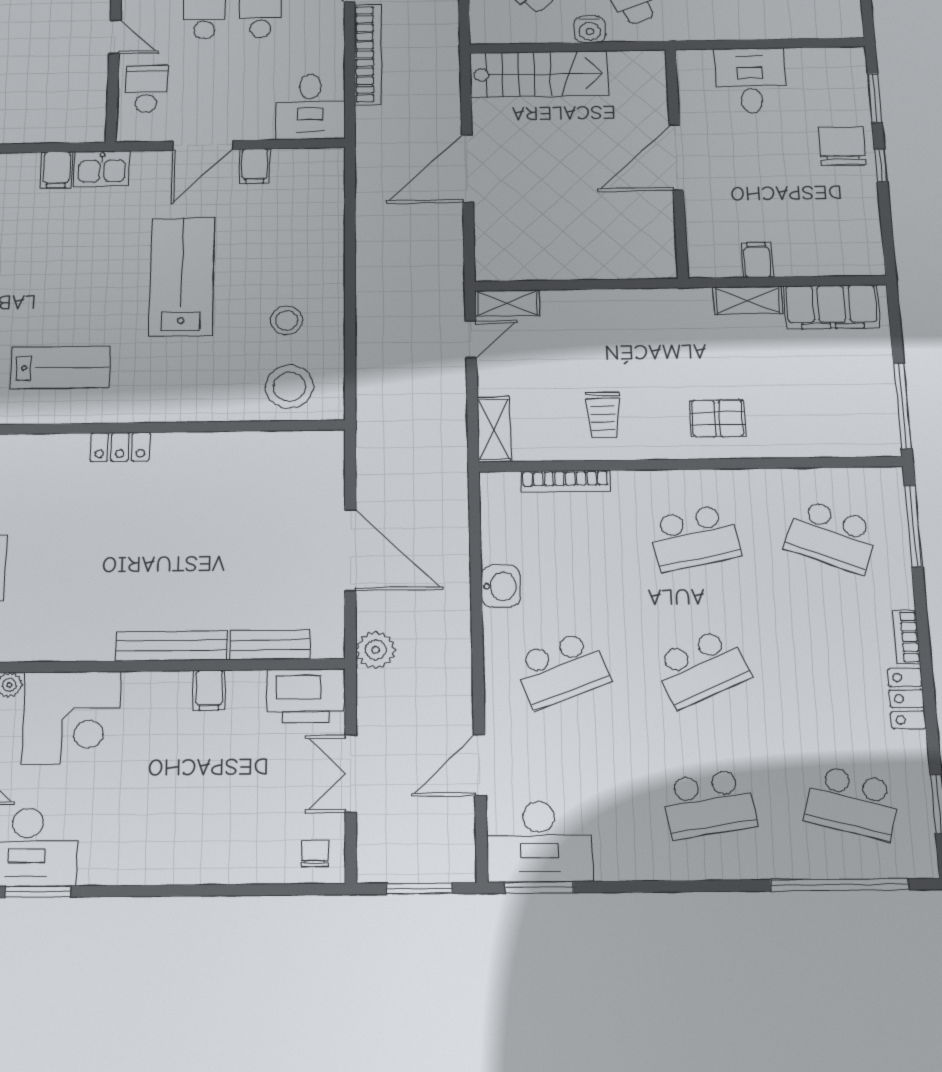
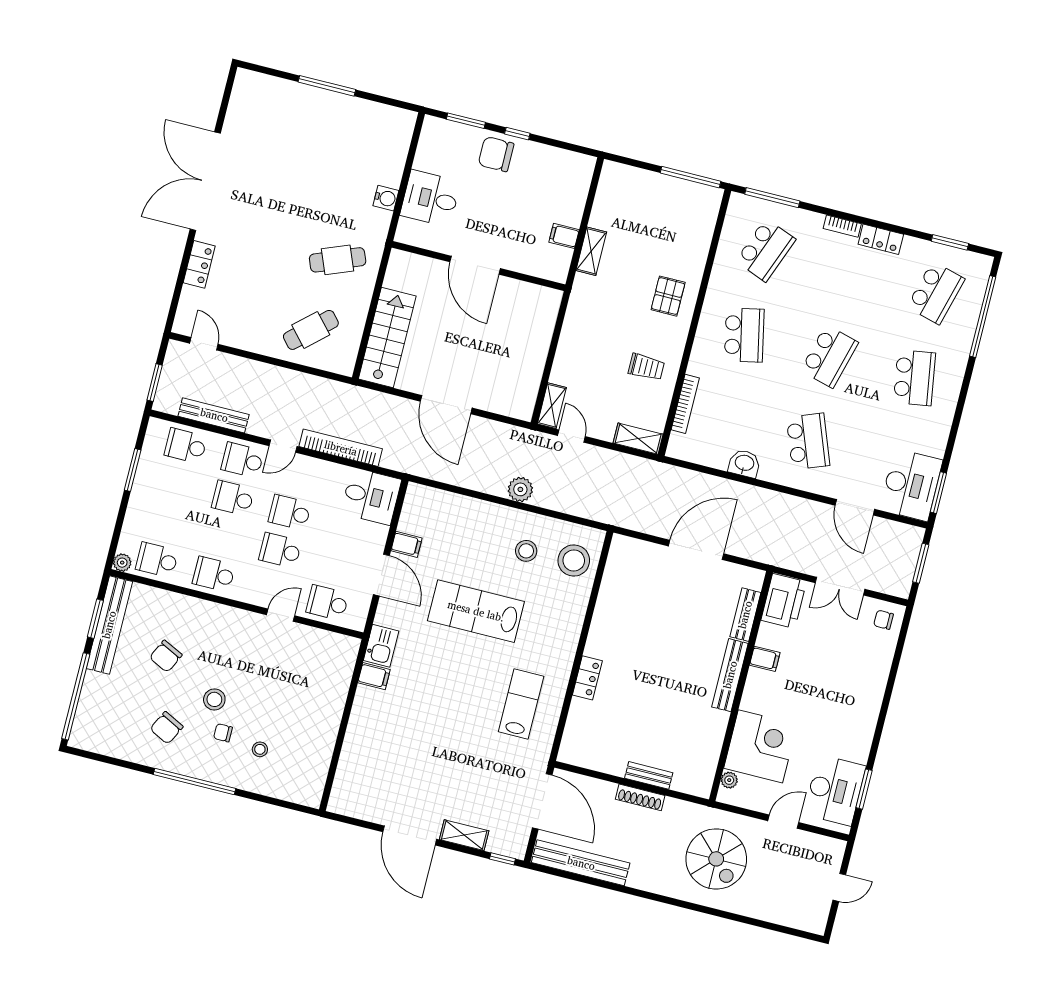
water cooler: (590, 29) -> (386, 198), moved
filing cabinet: (831, 307) -> (610, 199), removed
plant: (376, 650) -> (520, 489), moved
school desk: (701, 668) -> (829, 356), turned 39

